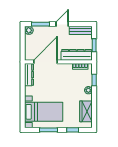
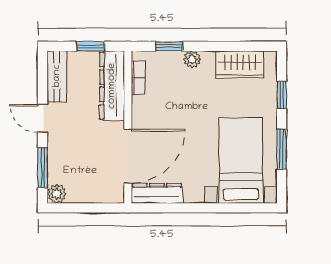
door: (45, 62) -> (128, 156), swing flipped

